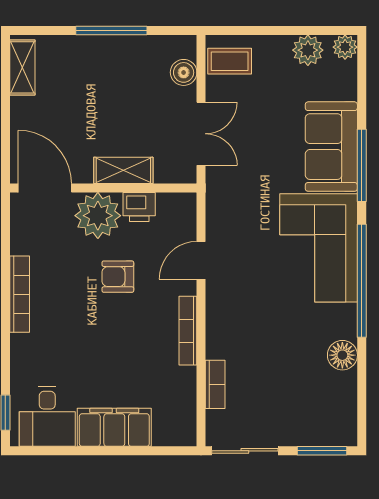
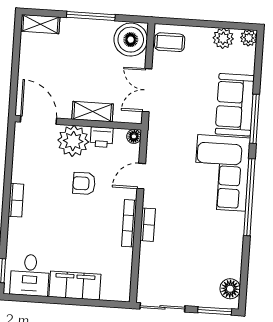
shelving: (22, 67) -> (40, 24), moved, turned 90
boiler: (184, 72) -> (131, 40), width x1.86, depth x1.86
double door: (201, 134) -> (147, 90), swing flipped
floor lamp: (186, 203) -> (134, 136), added
bookcase: (20, 294) -> (16, 200), width x0.64
floor lamp: (342, 355) -> (230, 289), moved
bookcase: (215, 384) -> (148, 225), moved

